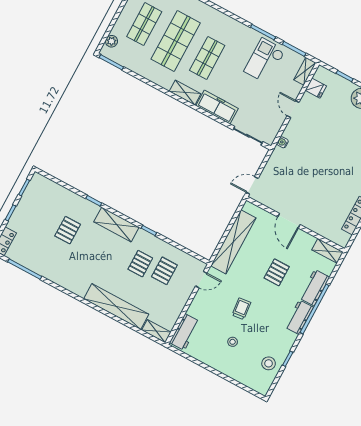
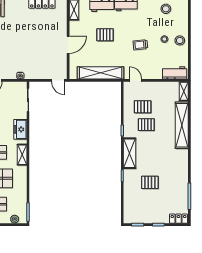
freezer: (217, 107) -> (20, 129), width x0.71
stool: (221, 360) -> (180, 40), added

